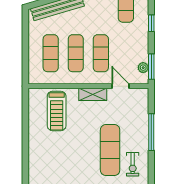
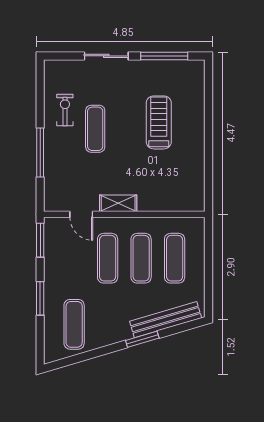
window: (151, 23) -> (40, 298), width x1.50
plant: (143, 68) -> (51, 239), removed
treadmill: (57, 111) -> (159, 122), moved
exercise mat: (110, 150) -> (95, 129), width x0.73, depth x0.69

